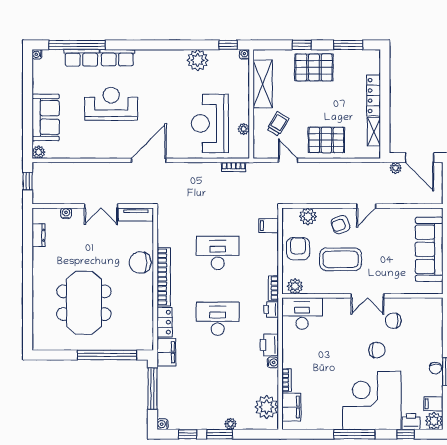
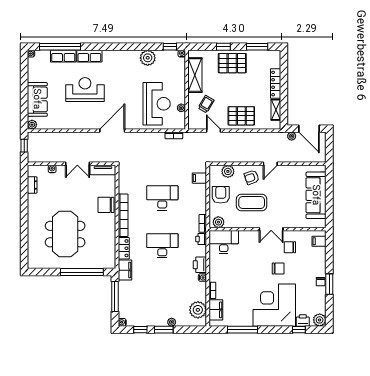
reception desk: (210, 123) -> (157, 104), turned 180
filing cabinet: (433, 404) -> (319, 241), moved
window: (354, 434) -> (242, 330), moved

